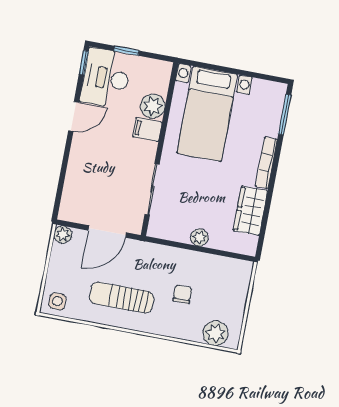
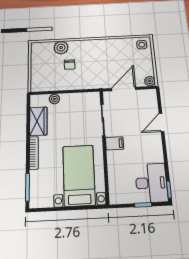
plant: (153, 106) -> (116, 172), removed
door: (74, 116) -> (161, 122), moved
filing cabinet: (147, 129) -> (115, 143), moved
plant: (199, 237) -> (54, 99), moved
sun lounger: (122, 298) -> (105, 55), removed
plant: (215, 333) -> (61, 48), moved

